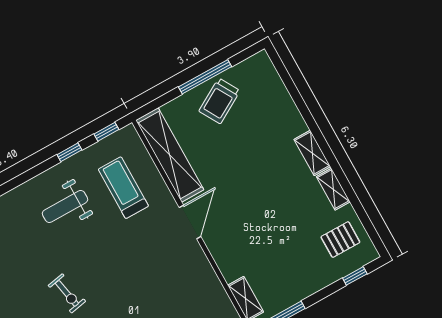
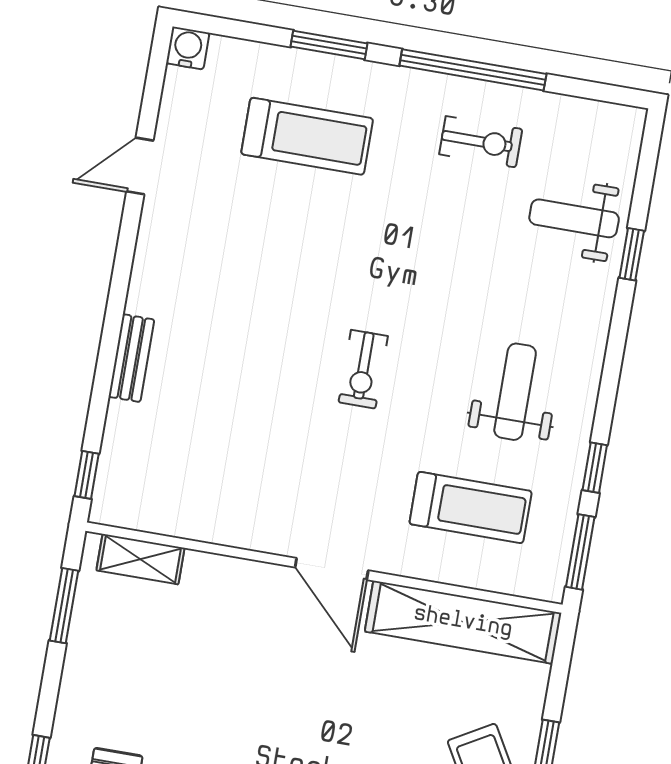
window: (106, 132) -> (580, 552), width x1.50
exercise bike: (67, 293) -> (363, 369), moved, turned -79

